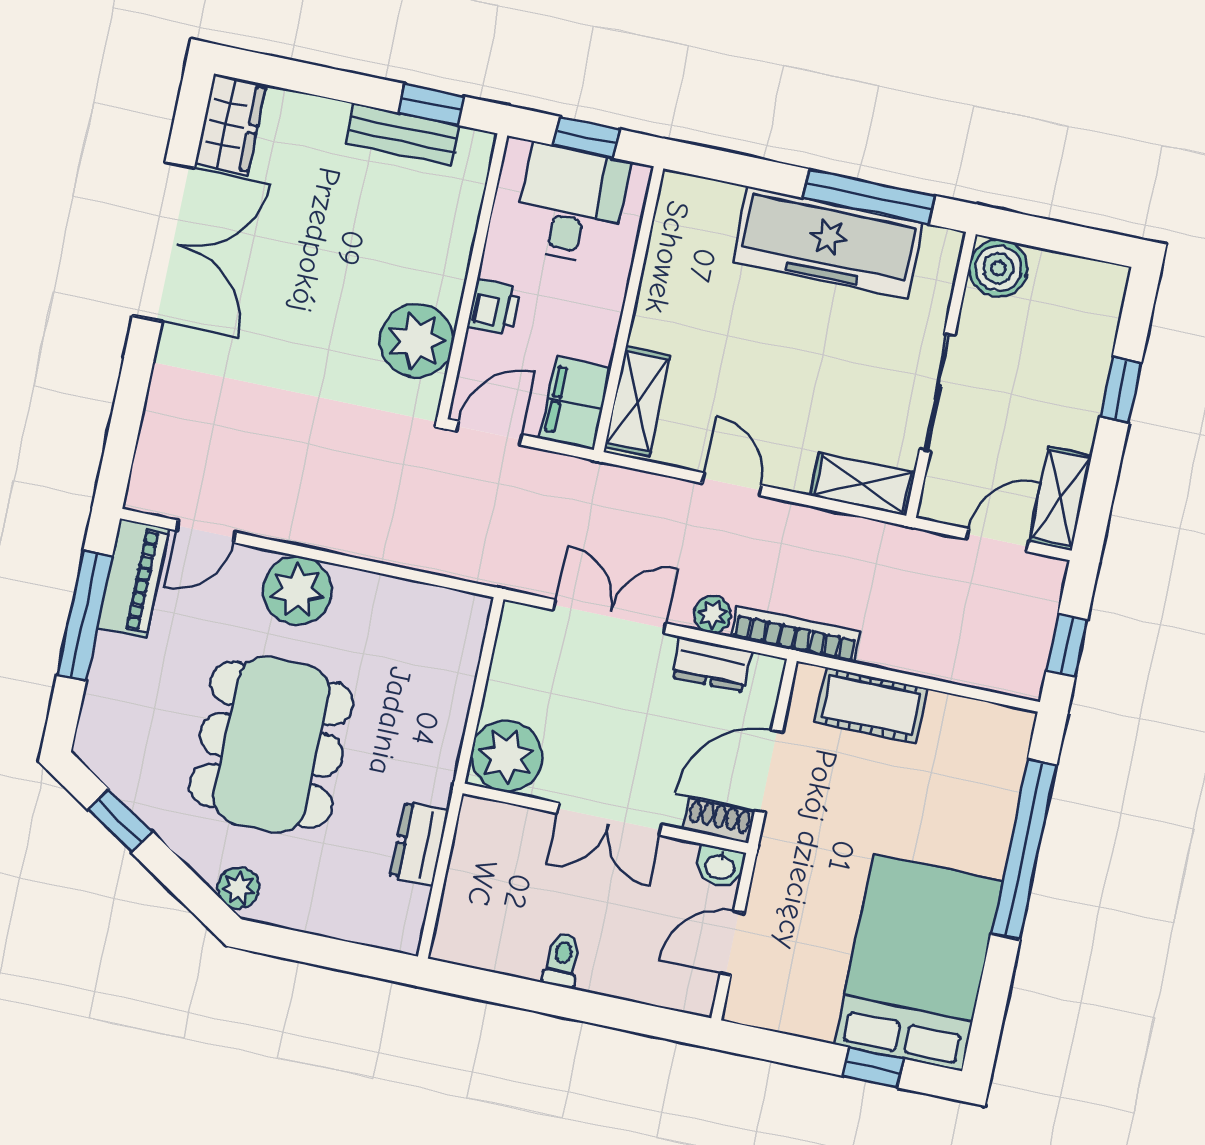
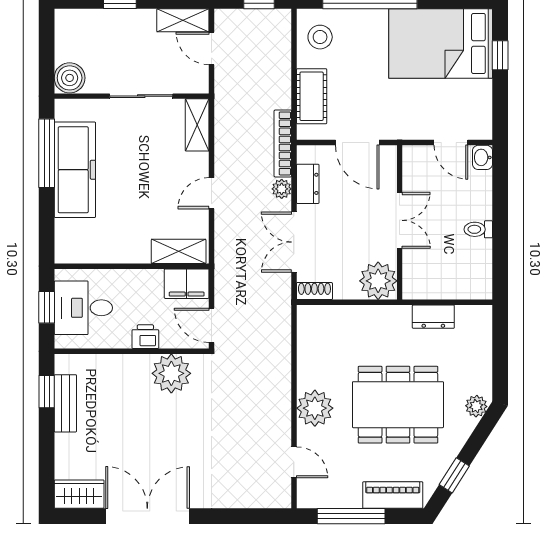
piano: (133, 579) -> (393, 495), moved
stool: (977, 744) -> (320, 37), added
shoe rack: (719, 821) -> (314, 291), moved, turned 90
washbasin: (720, 866) -> (482, 157), moved, turned 180

